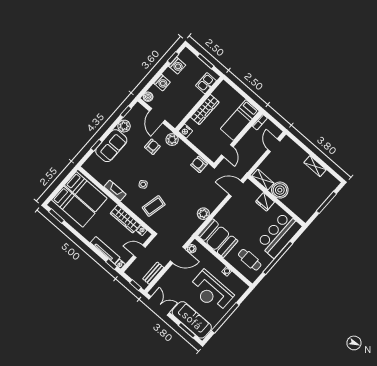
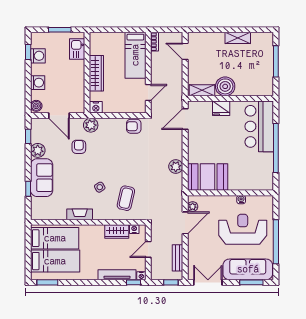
door: (227, 151) -> (148, 93), hinge flipped
wardrobe: (125, 219) -> (117, 232), width x0.67
cafe table: (250, 260) -> (252, 171), removed
reception desk: (211, 291) -> (243, 229), turned 180

